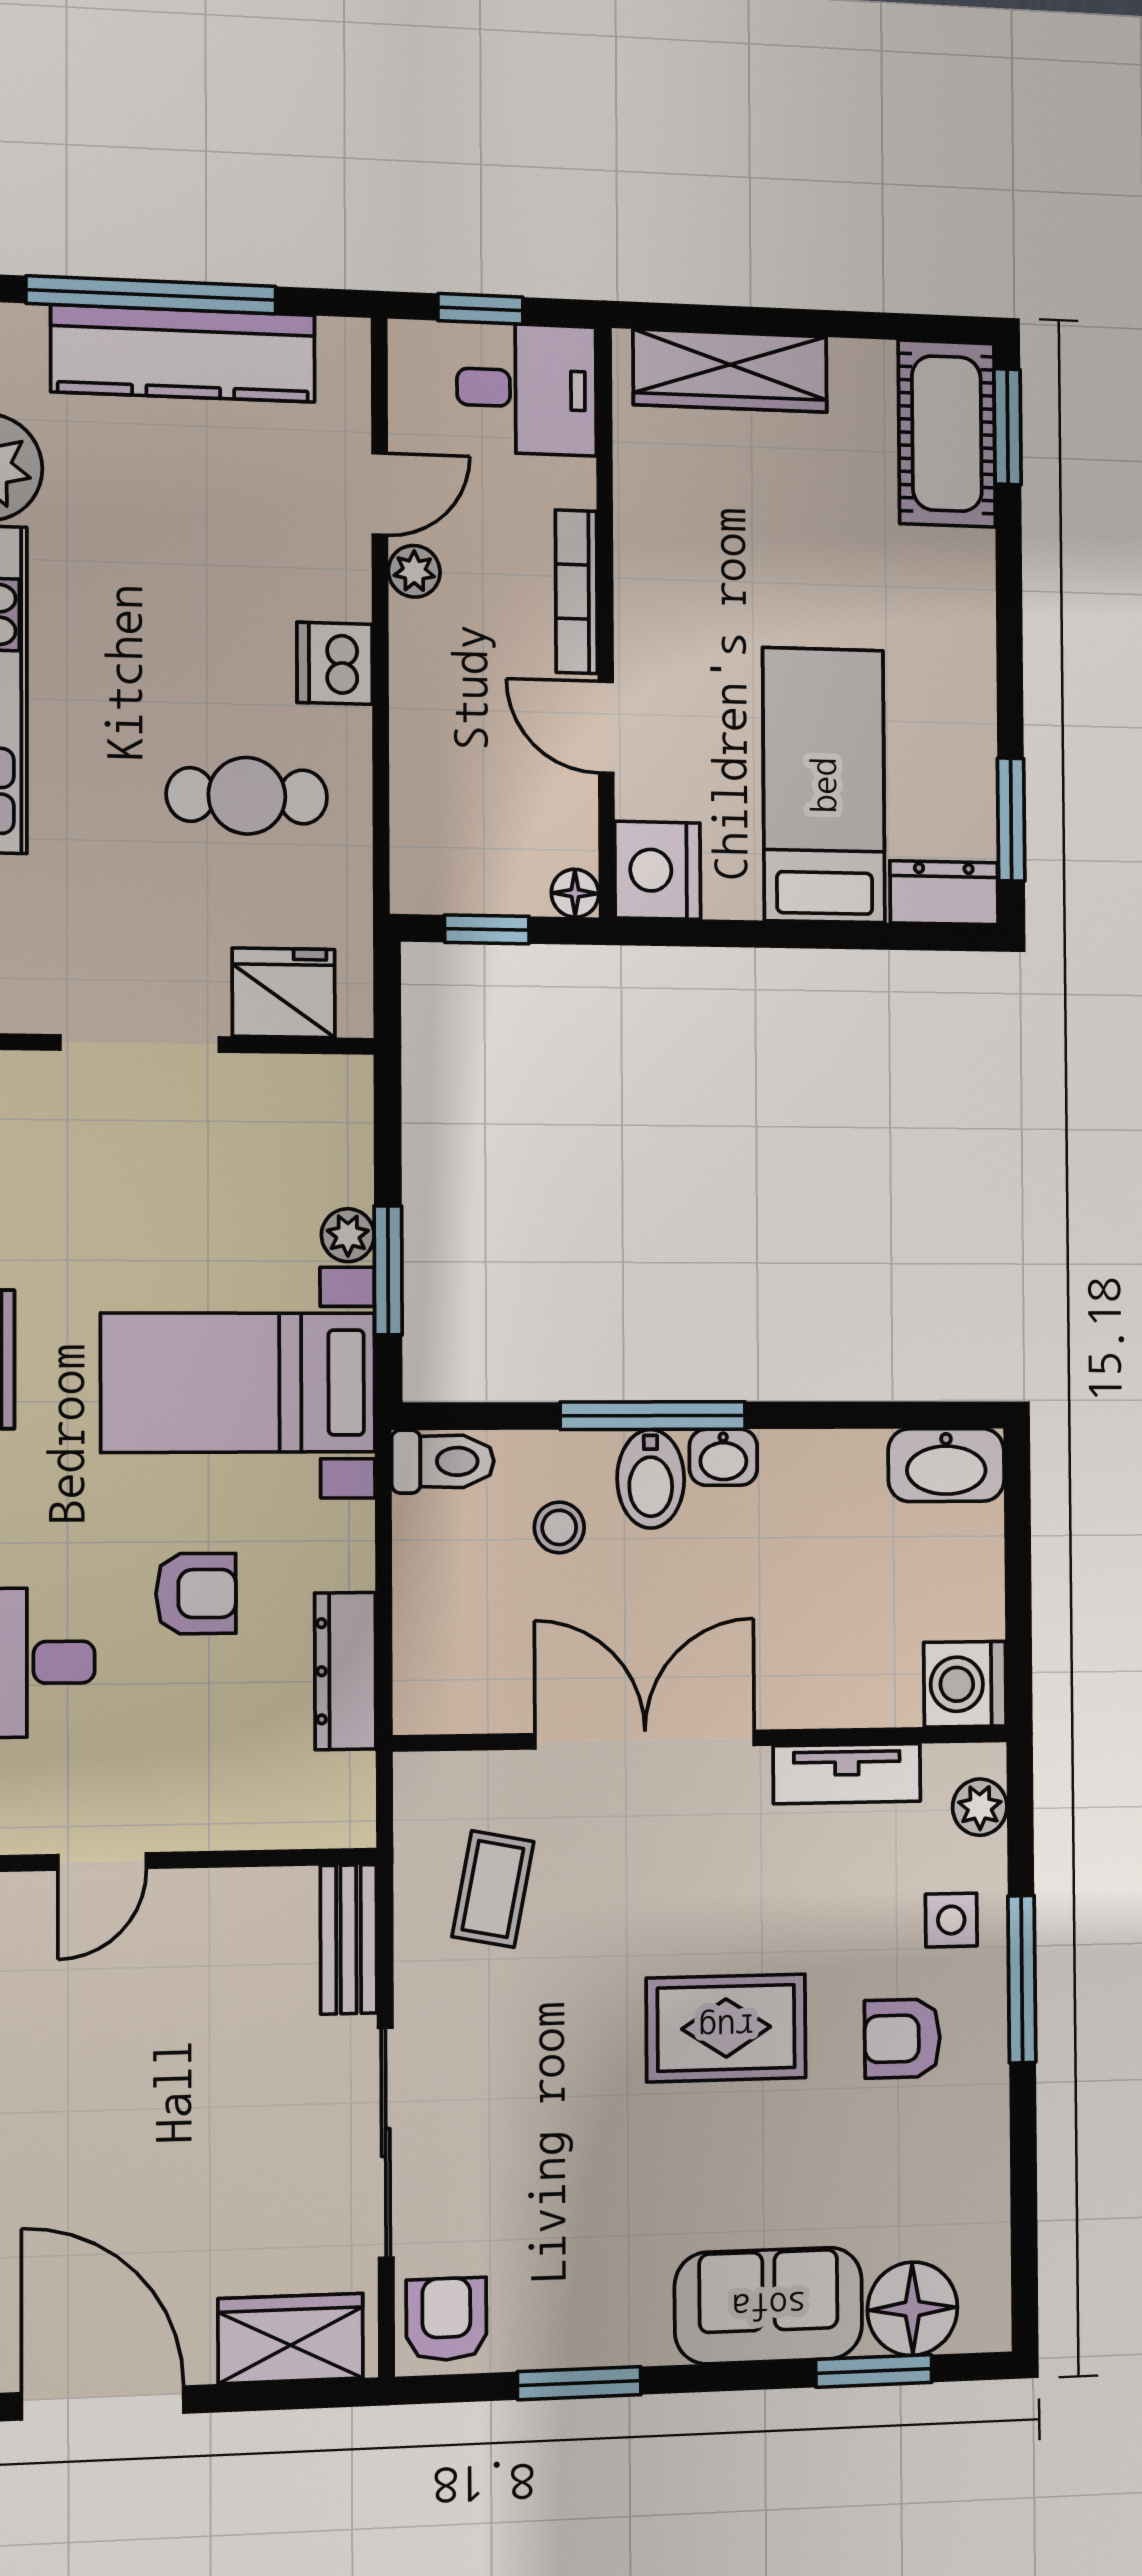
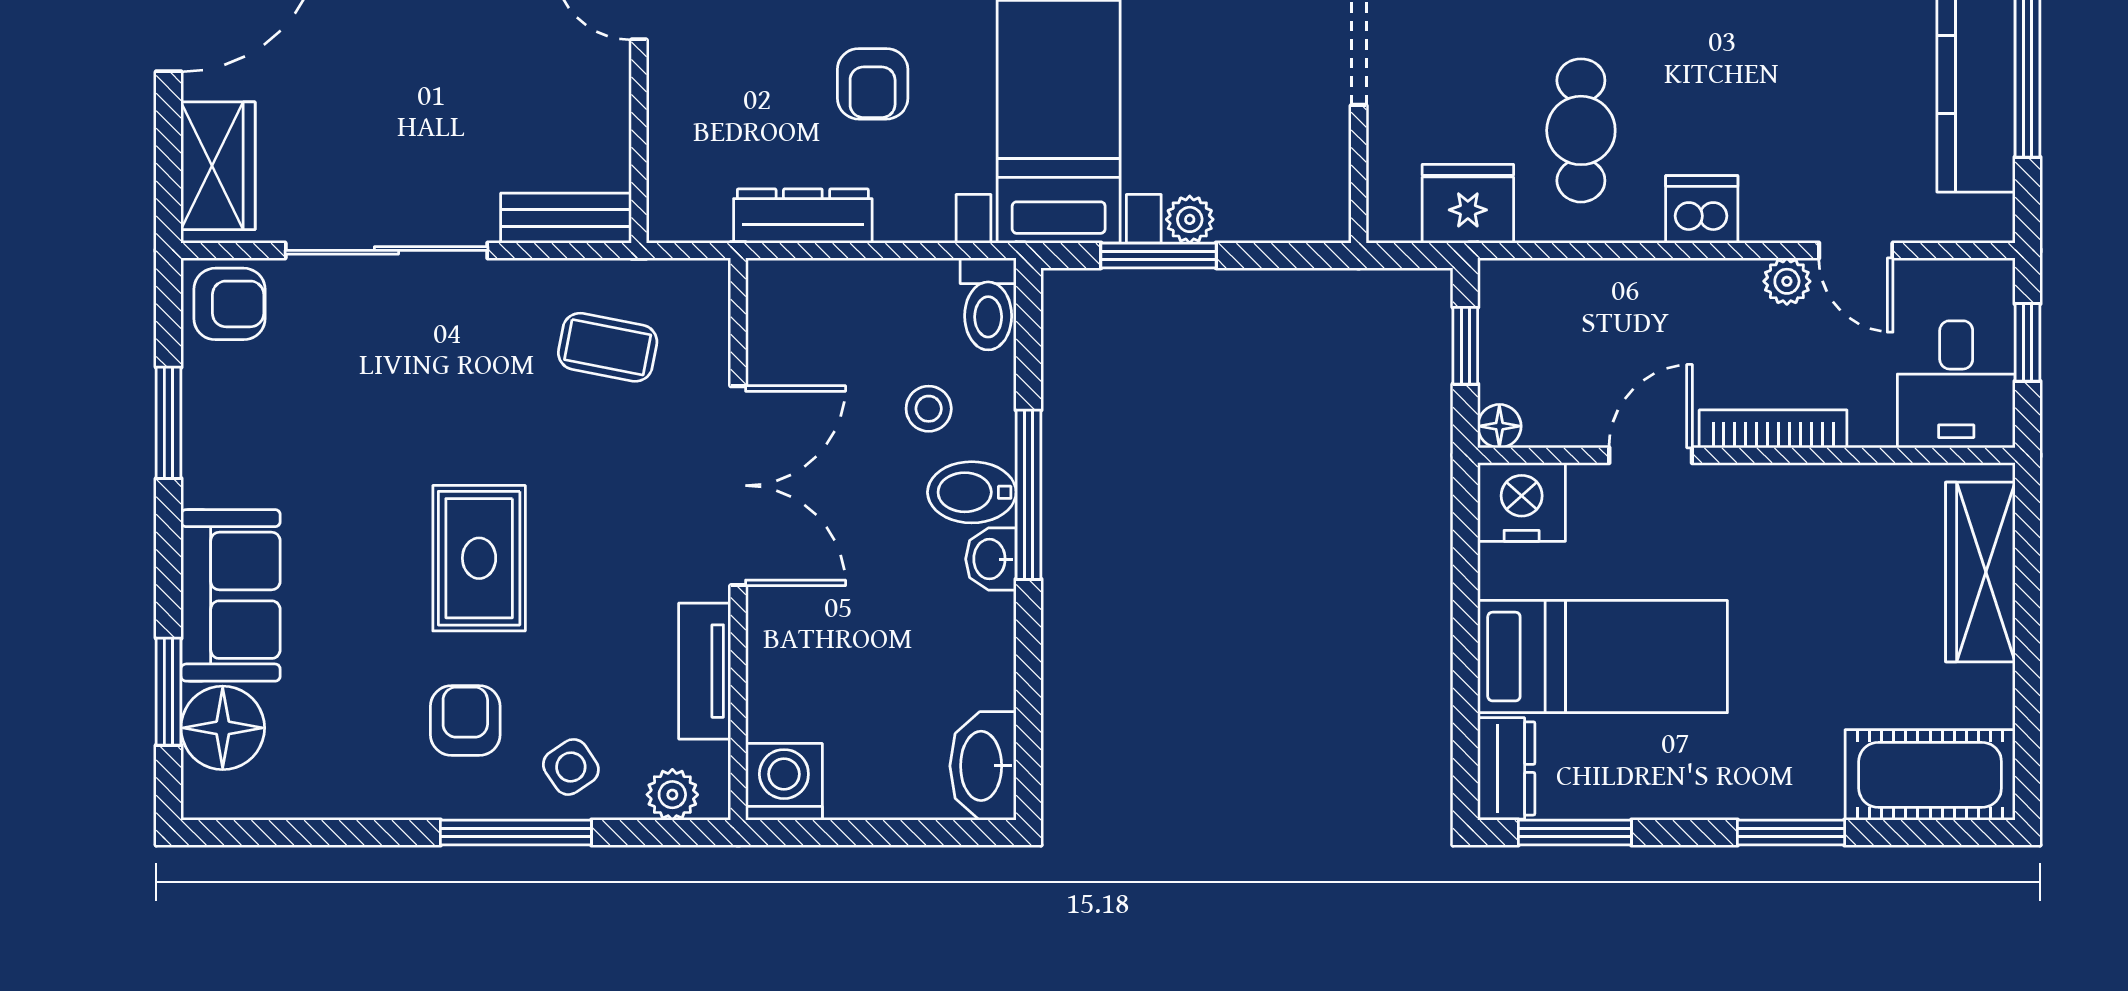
window: (1008, 427) -> (1791, 832), moved
fridge: (284, 993) -> (1468, 204), moved, turned -90
side table: (951, 1920) -> (571, 767), turned -34

